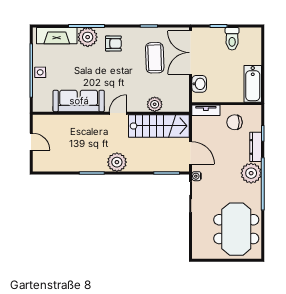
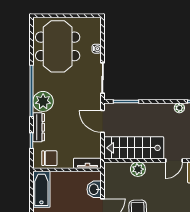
chair: (234, 122) -> (49, 158), moved
plant: (117, 162) -> (179, 108), width x0.53, depth x0.53
water cooler: (197, 176) -> (97, 49), moved

